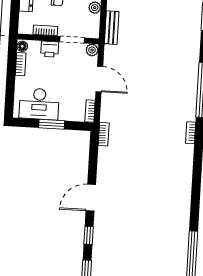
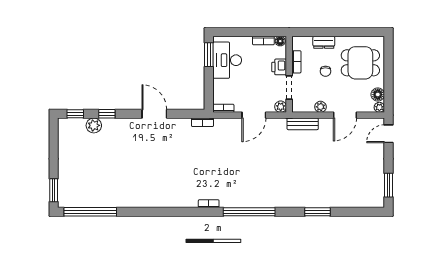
window: (52, 124) -> (209, 55), moved
door: (91, 198) -> (154, 114), moved
plant: (100, 250) -> (94, 125), added

